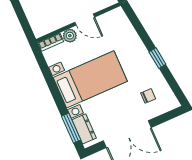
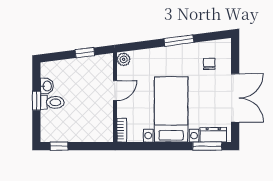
plant: (70, 36) -> (124, 59), moved
window: (157, 58) -> (179, 41), width x1.50

